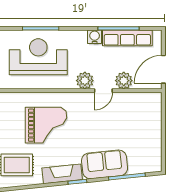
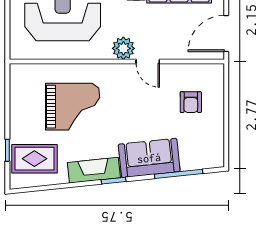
plant: (124, 81) -> (174, 48), removed
door: (103, 91) -> (148, 62), hinge flipped
armchair: (136, 122) -> (191, 102), added

